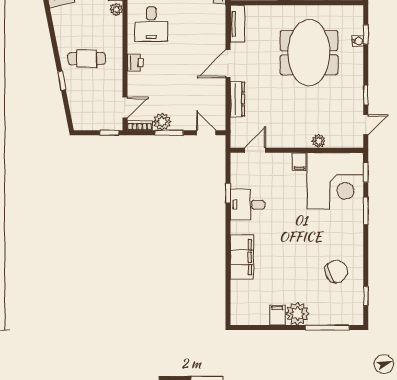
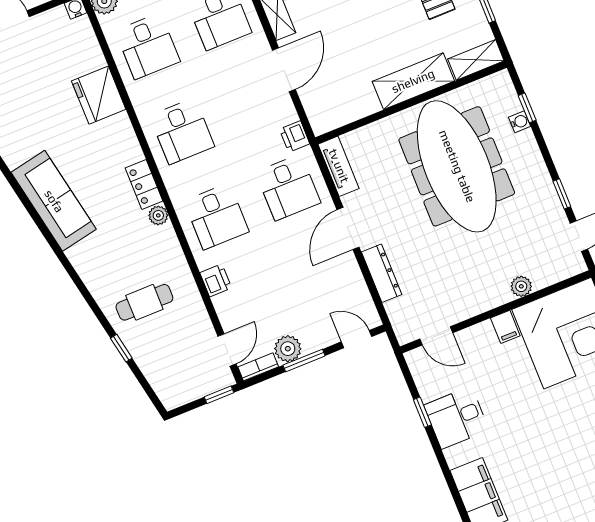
desk: (202, 24) -> (288, 187), added
meeting table: (309, 53) -> (457, 166), width x1.36
door: (255, 150) -> (436, 336), swing flipped

